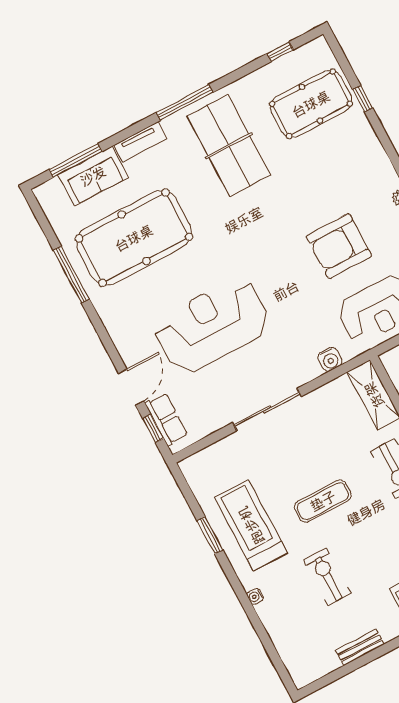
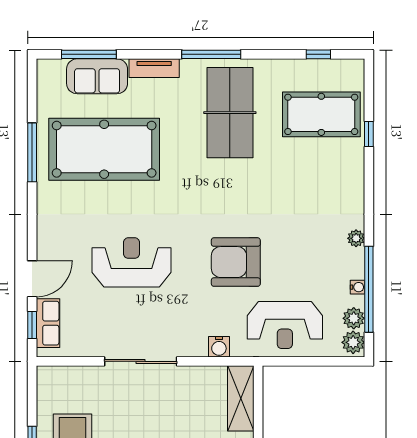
armchair: (339, 246) -> (236, 262), moved
reception desk: (212, 326) -> (132, 262), width x0.74, depth x0.77

